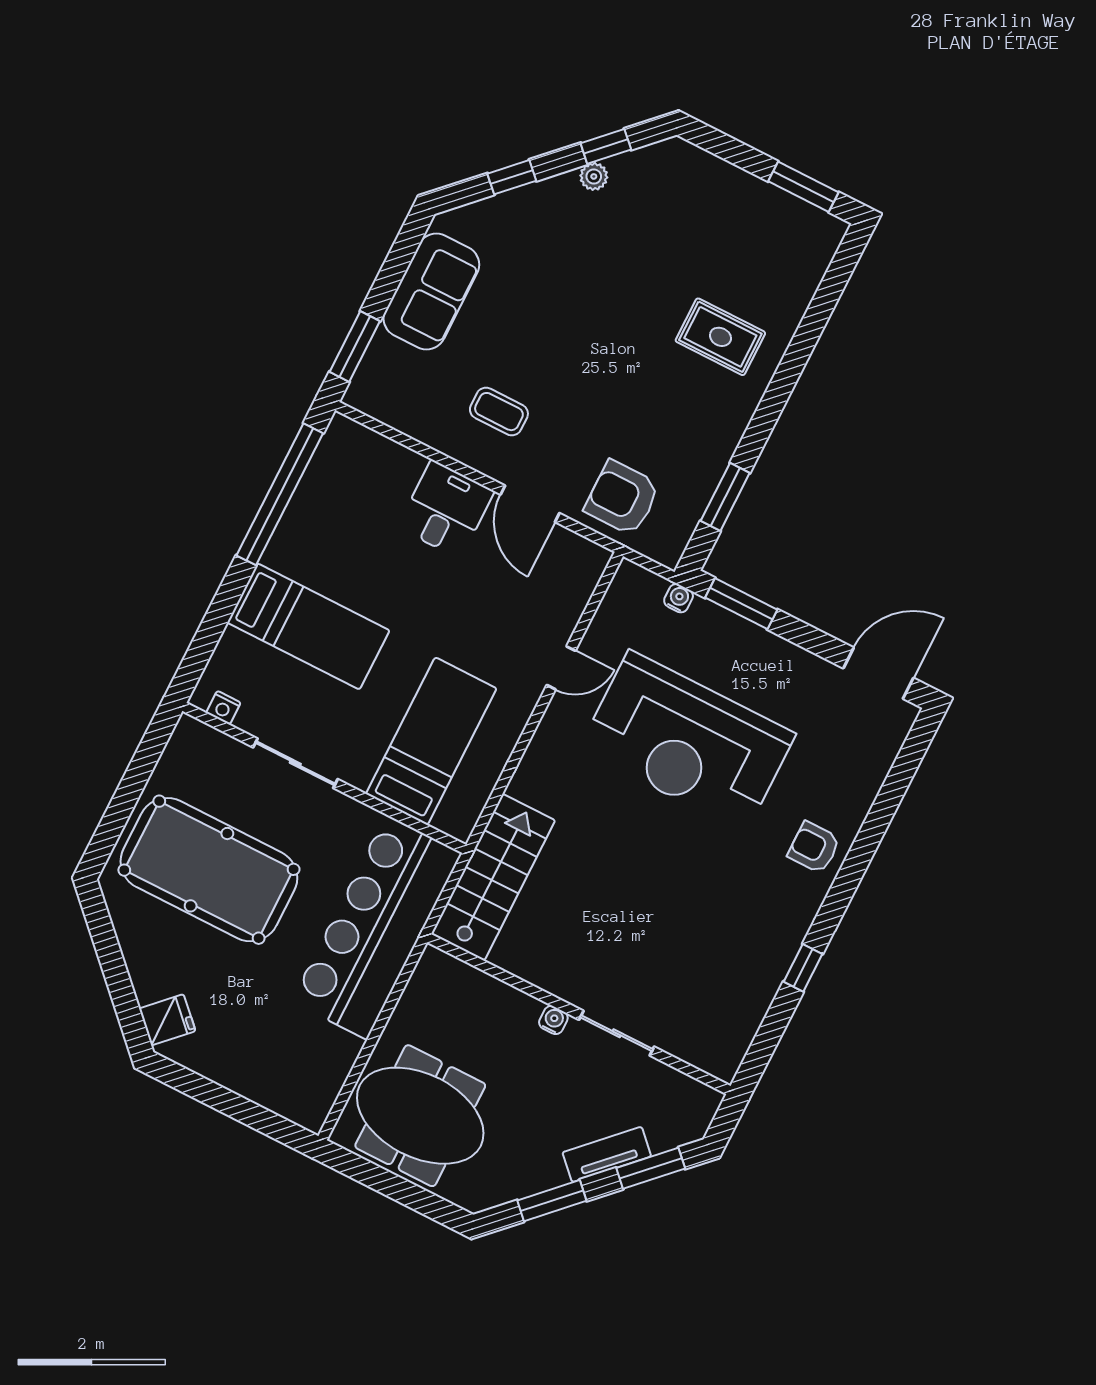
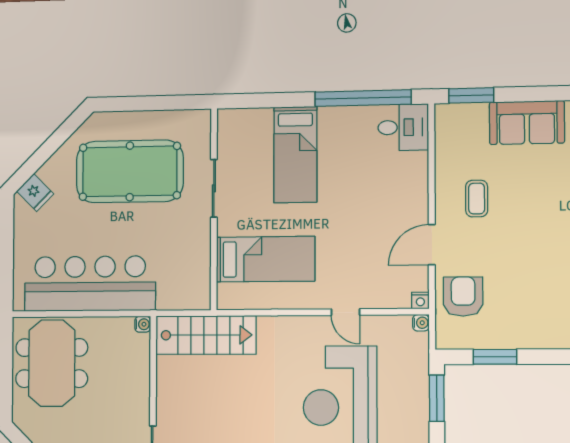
desk: (446, 509) -> (403, 127), moved
water cooler: (679, 598) -> (421, 323), moved
nightstand: (223, 708) -> (420, 300), moved, turned -90
pool table: (209, 870) -> (130, 171), turned 90
bar counter: (377, 927) -> (90, 284), moved
water cooler: (553, 1020) -> (143, 324), moved

